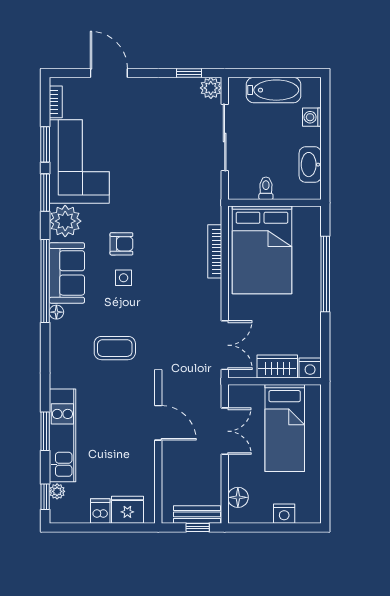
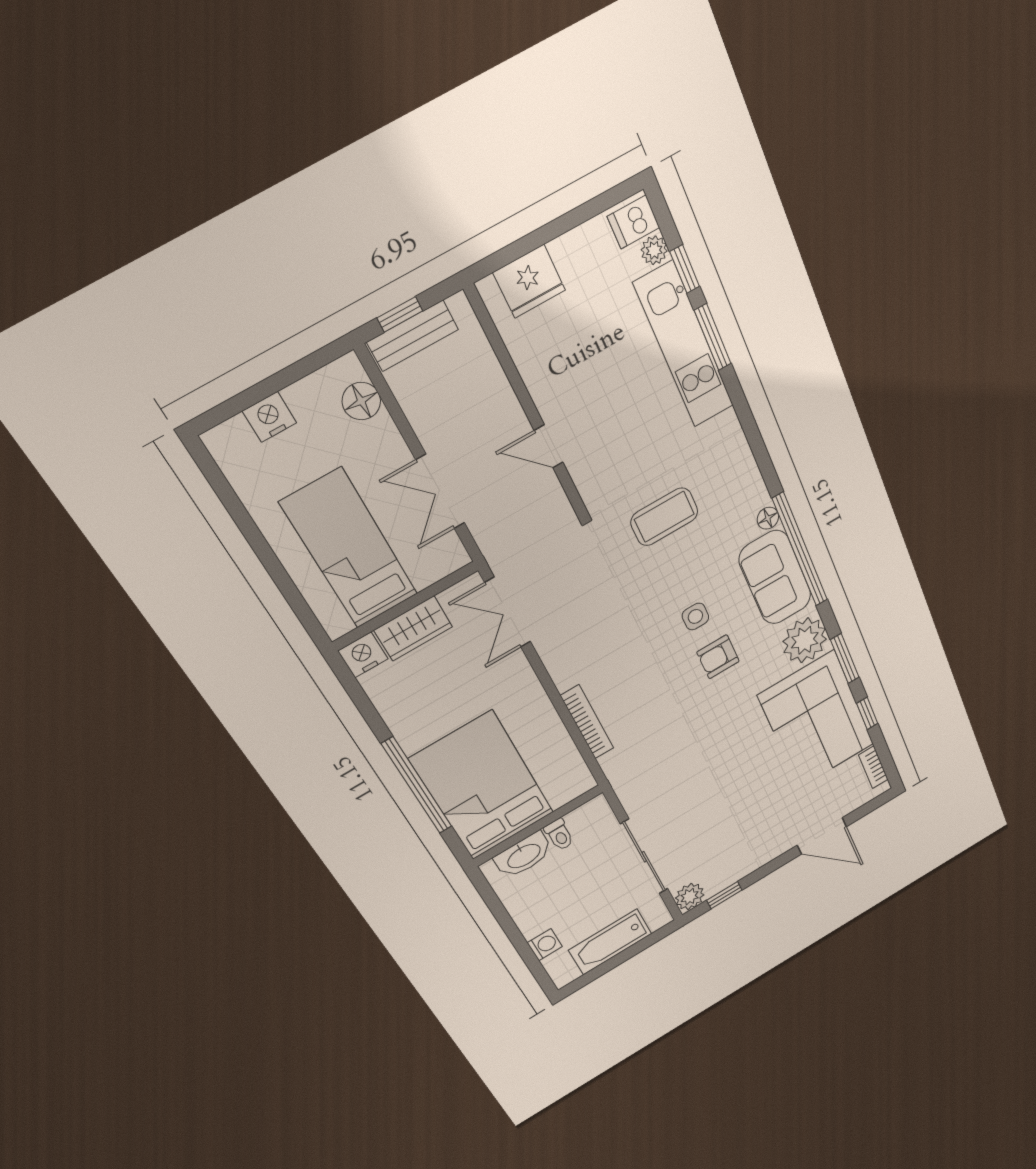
window: (45, 144) -> (867, 713), width x0.67
washbasin: (310, 165) -> (524, 855), moved, turned 90
bed: (262, 250) -> (482, 786), moved
door: (158, 423) -> (549, 446), width x0.73
window: (45, 497) -> (685, 269), moved
dishwasher: (100, 511) -> (633, 222), moved, turned 90

